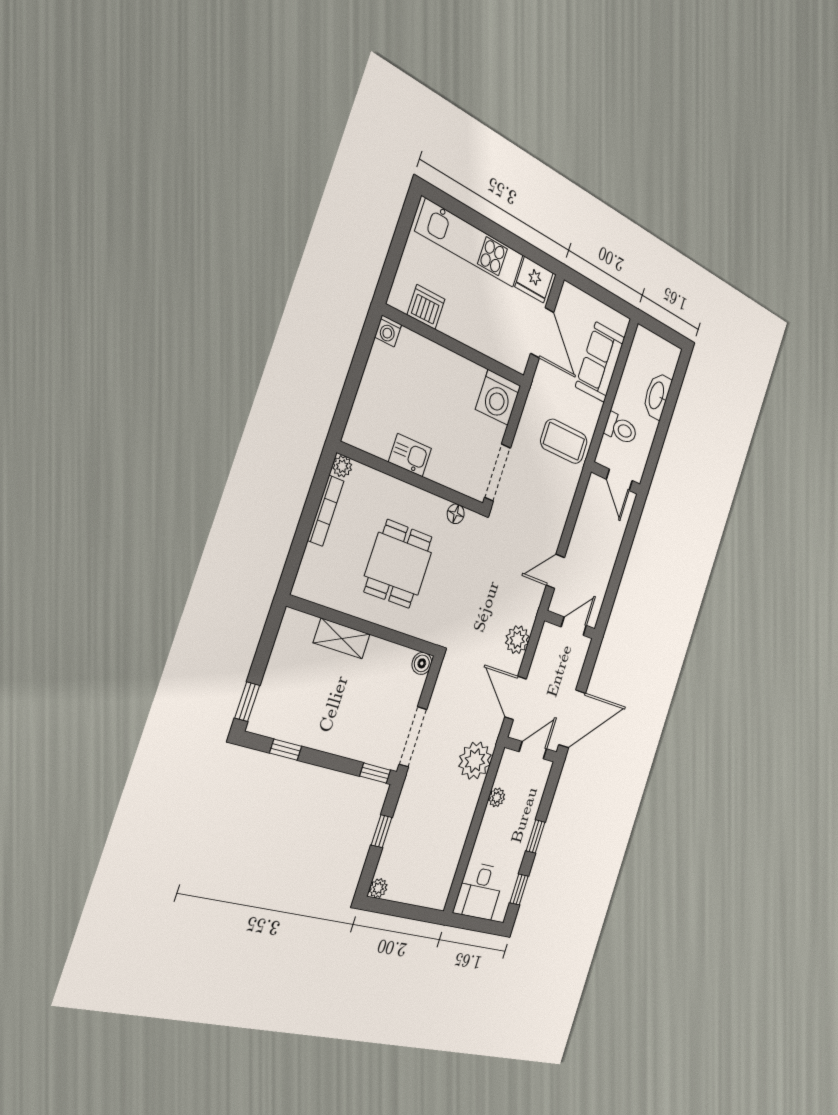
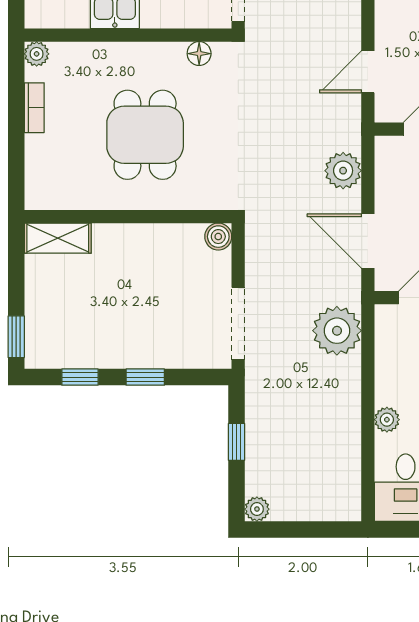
bookcase: (326, 511) -> (34, 108), width x0.64
shelving: (342, 638) -> (58, 238), moved
window: (375, 773) -> (145, 377), moved
plant: (497, 797) -> (387, 420), moved

